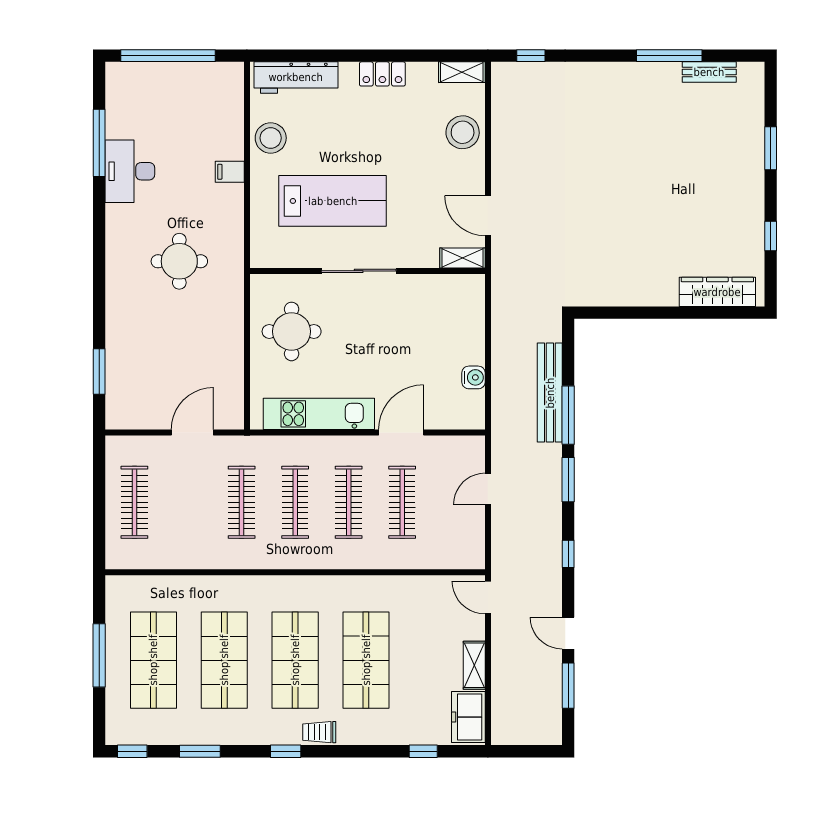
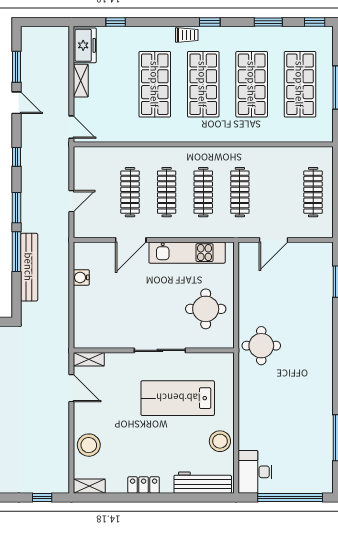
desk: (130, 171) -> (255, 472), moved, turned 180
filing cabinet: (230, 172) -> (248, 418), removed
round table: (179, 261) -> (261, 346), moved

